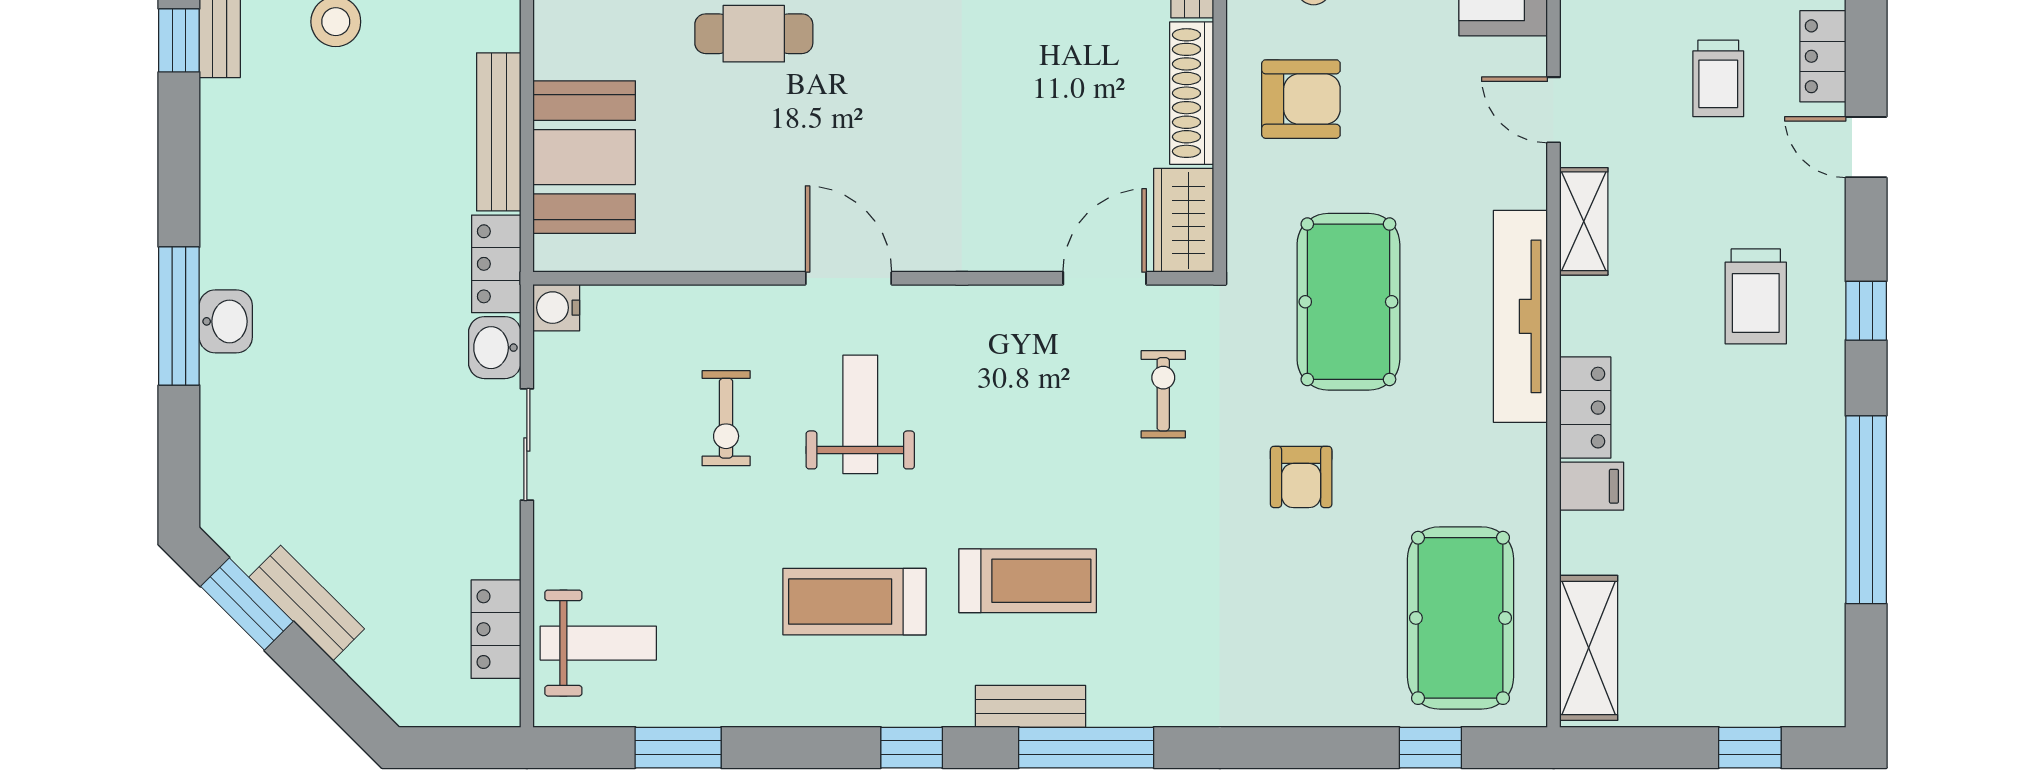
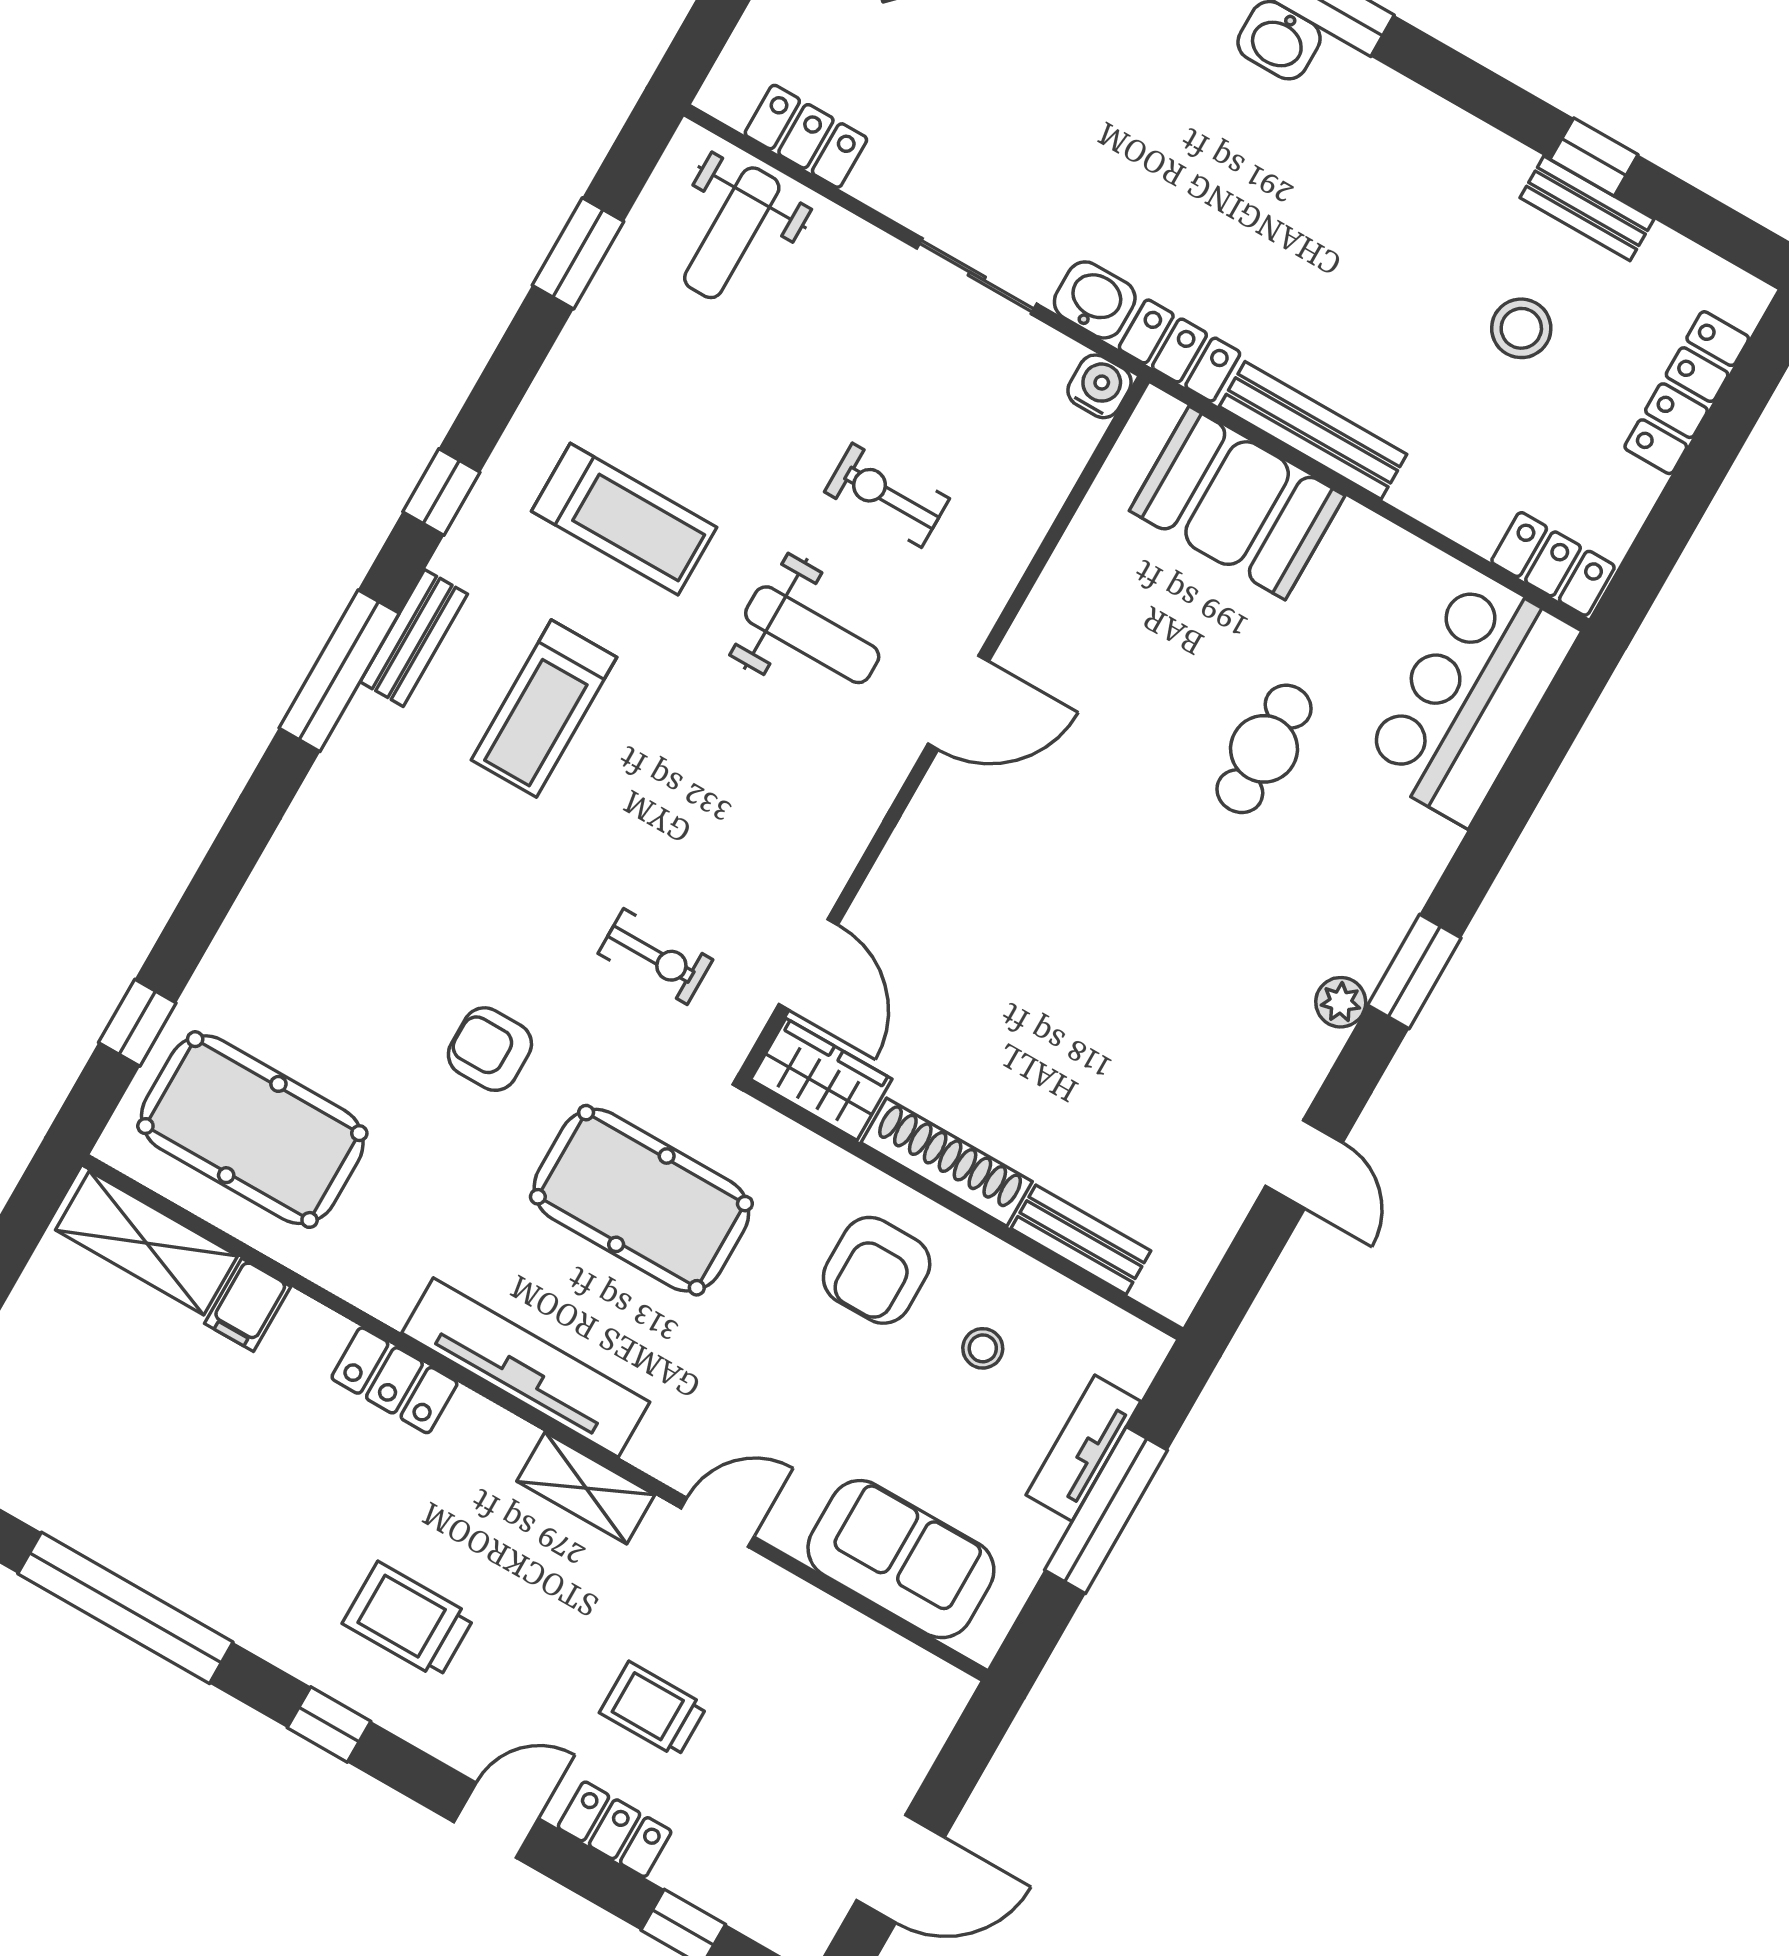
filing cabinet: (1592, 486) -> (248, 1305), moved
treadmill: (854, 602) -> (624, 519), turned 90

